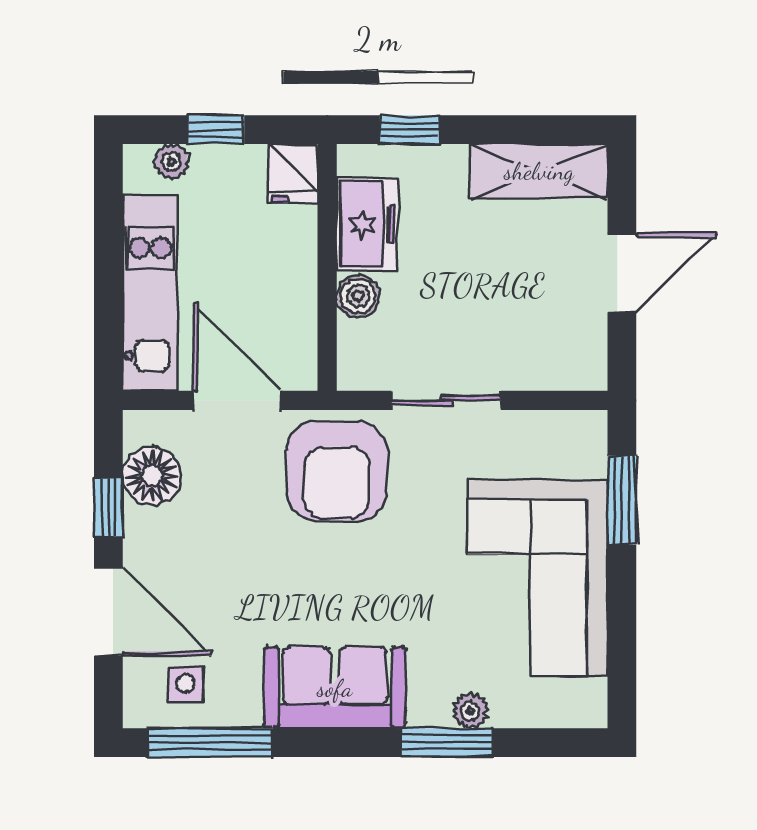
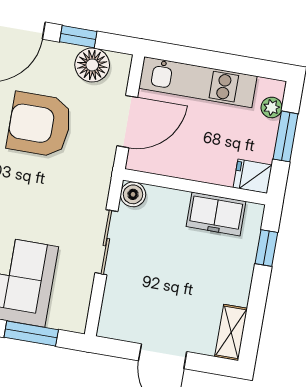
window: (216, 130) -> (286, 136), width x1.50
shelving: (539, 171) -> (231, 332), width x0.67, depth x0.75
boiler: (358, 296) -> (133, 194), moved
armchair: (337, 471) -> (40, 125), moved

